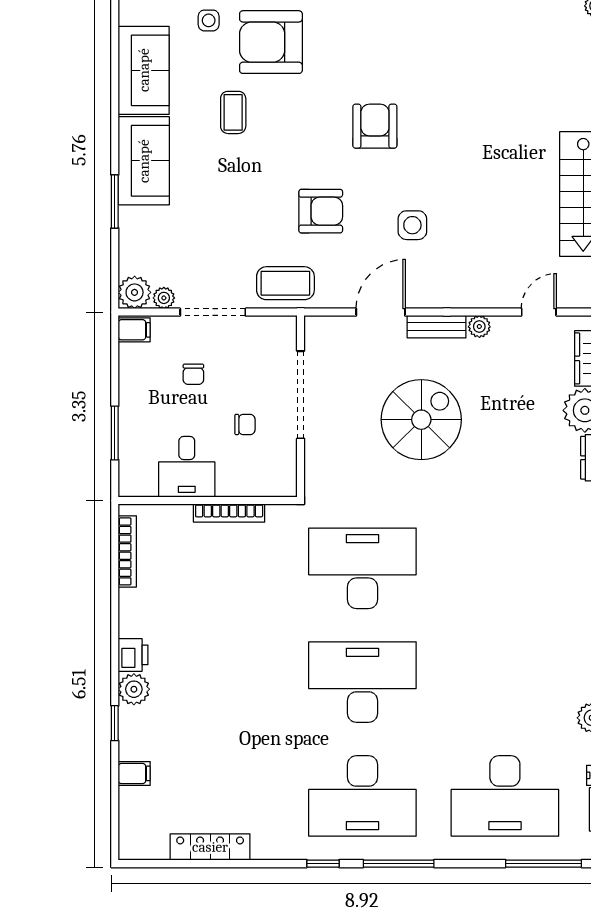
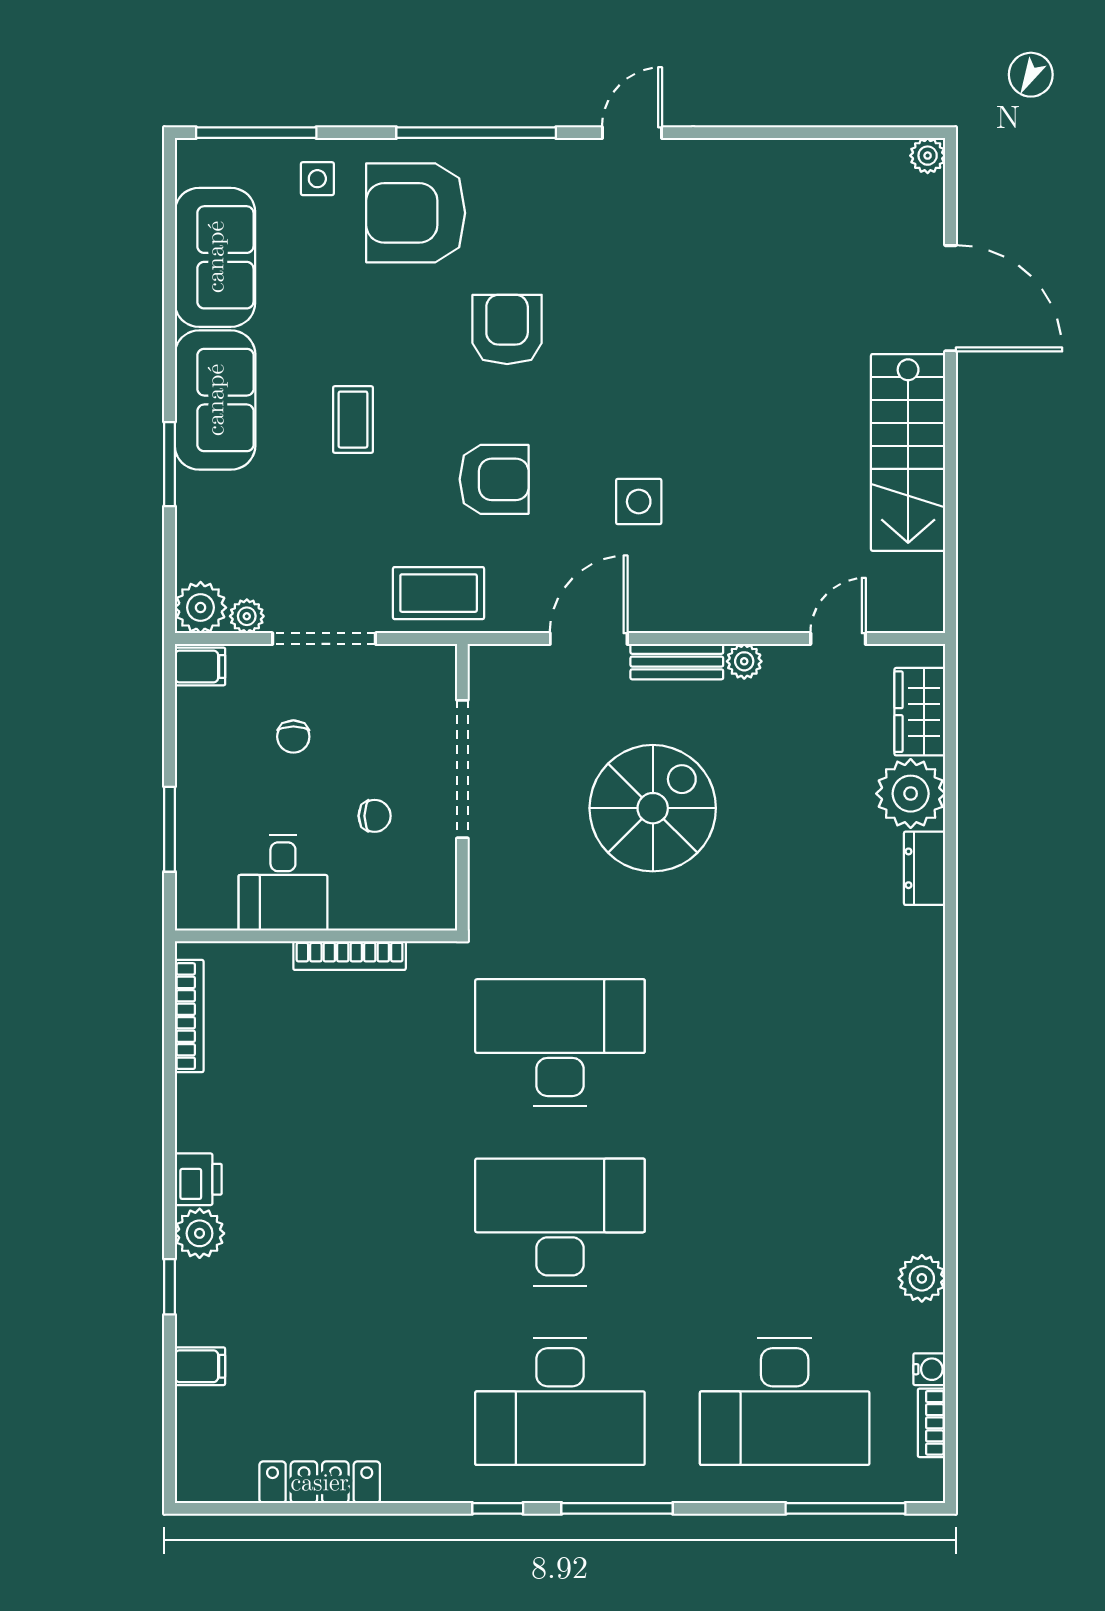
coffee table: (233, 112) -> (353, 420), moved
armchair: (375, 126) -> (507, 329), moved

